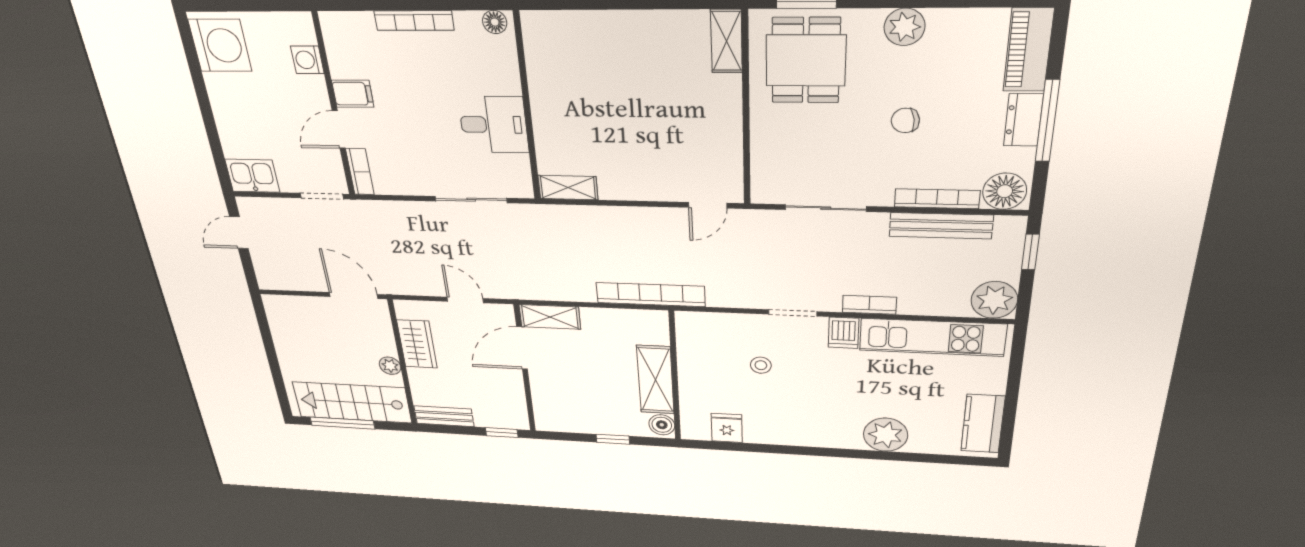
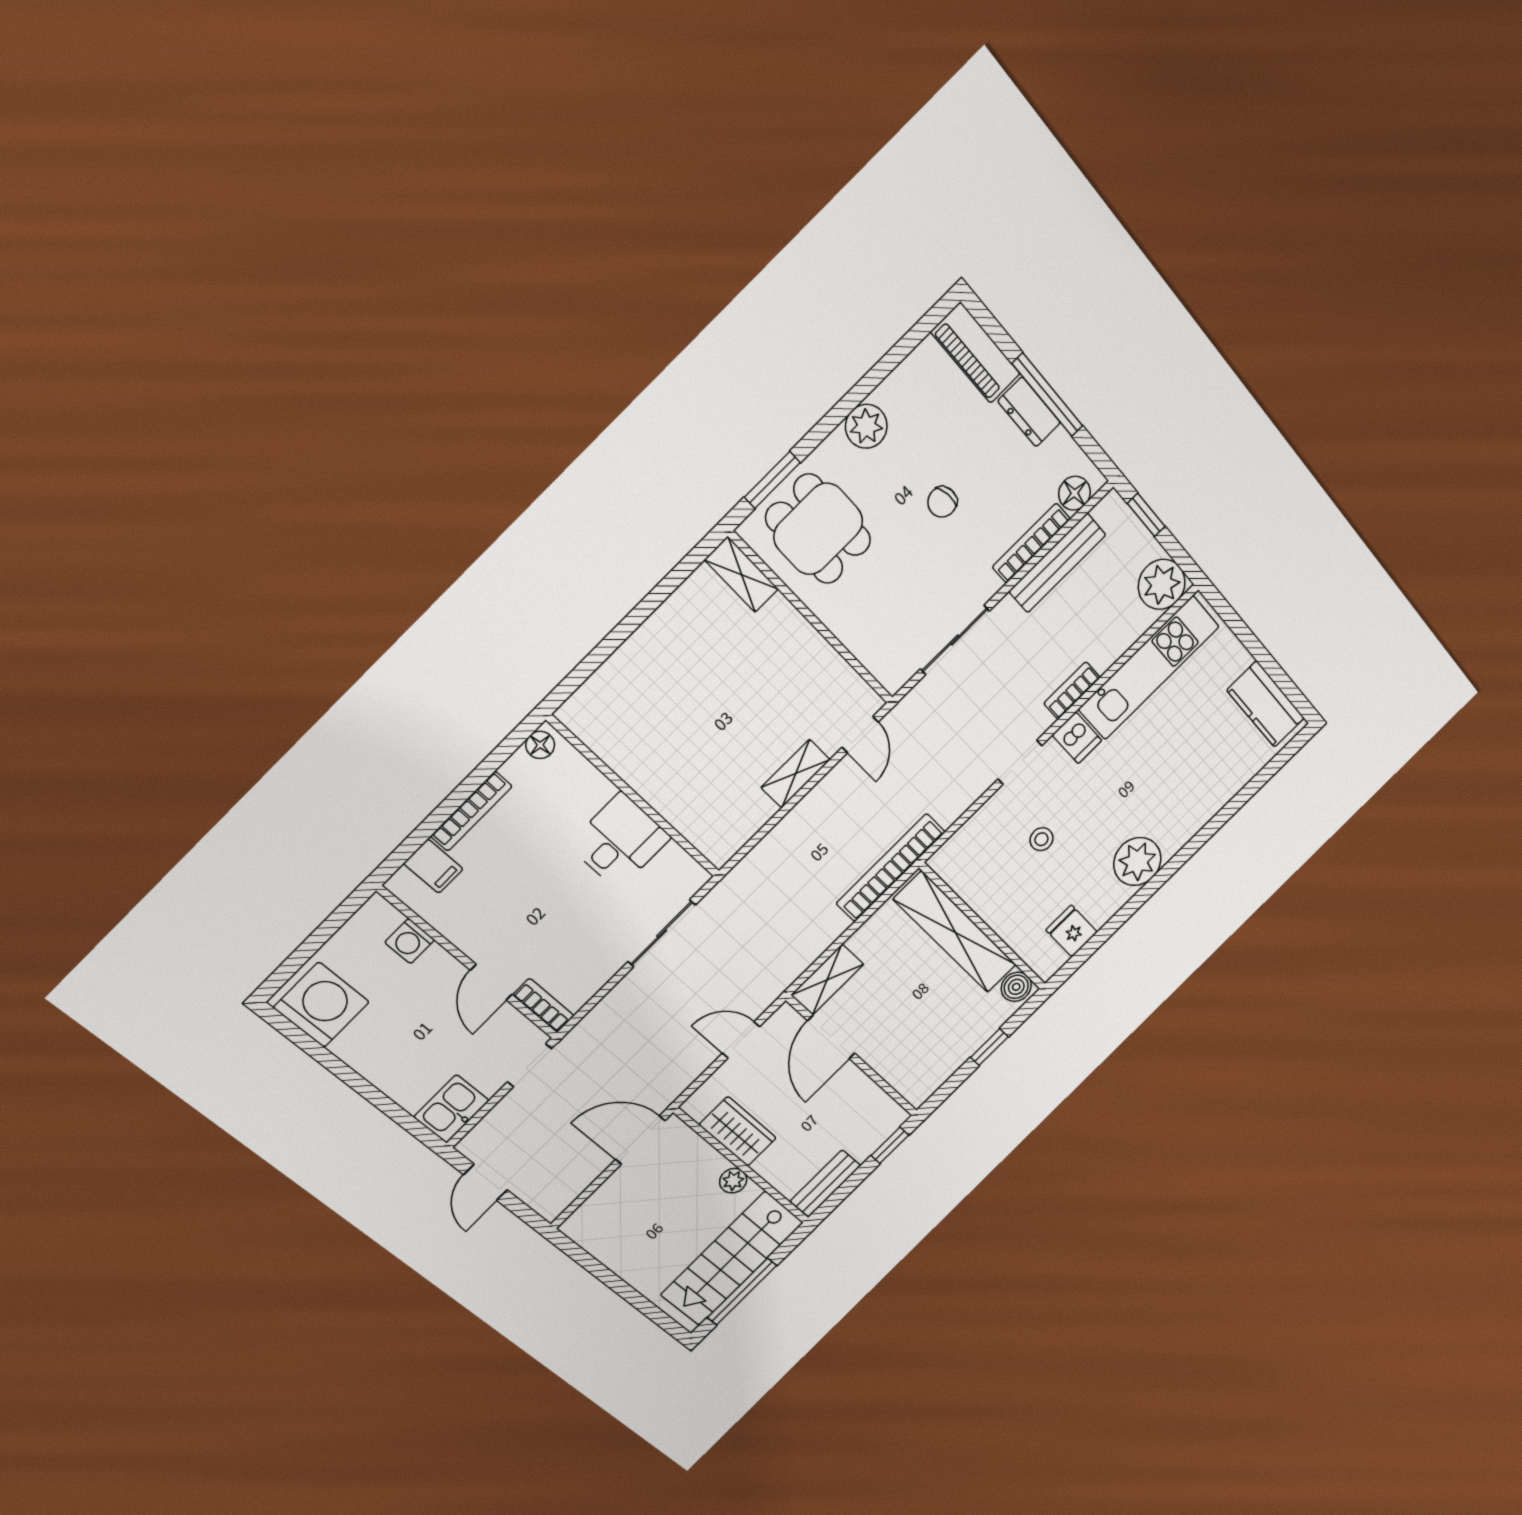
filing cabinet: (353, 94) -> (433, 866), moved, turned 90
shelving: (568, 188) -> (796, 774), moved
floor lamp: (1005, 191) -> (1074, 493), width x0.73, depth x0.73
shelving: (655, 380) -> (955, 932), width x1.47
plant: (886, 435) -> (1137, 862), moved

